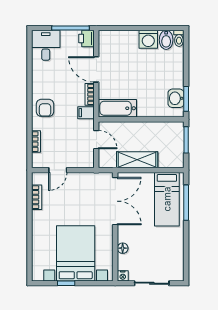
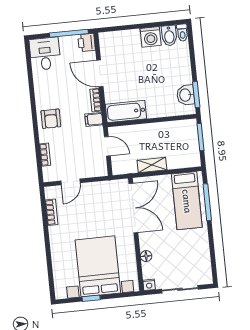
shelving: (137, 160) -> (152, 165), width x0.67, depth x0.75

